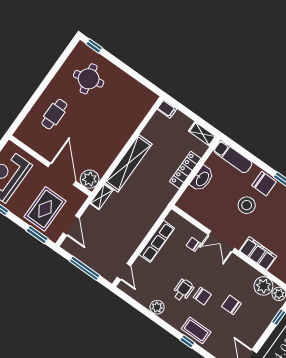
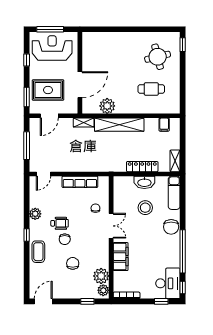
filing cabinet: (167, 109) -> (164, 125), moved
cafe table: (54, 114) -> (151, 89), moved
plant: (90, 179) -> (107, 106), moved
stool: (247, 205) -> (145, 208), moved
double door: (221, 241) -> (111, 226), swing flipped
window: (187, 341) -> (27, 235), moved

